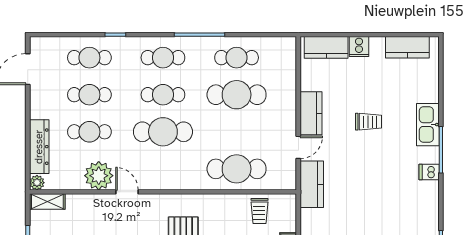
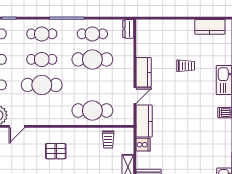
kitchen counter: (326, 47) -> (154, 27), removed
cooker: (359, 47) -> (143, 145), moved, turned -90
dresser: (289, 50) -> (128, 29), added
trolley: (369, 122) -> (186, 66), moved
door: (127, 192) -> (17, 126), swing flipped

